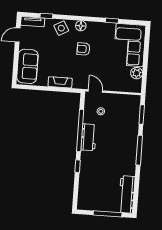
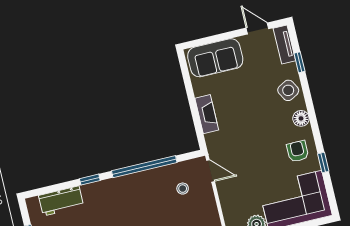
armchair: (83, 49) -> (298, 151), moved
door: (95, 91) -> (211, 171), hinge flipped
workbench: (89, 137) -> (61, 201), moved

